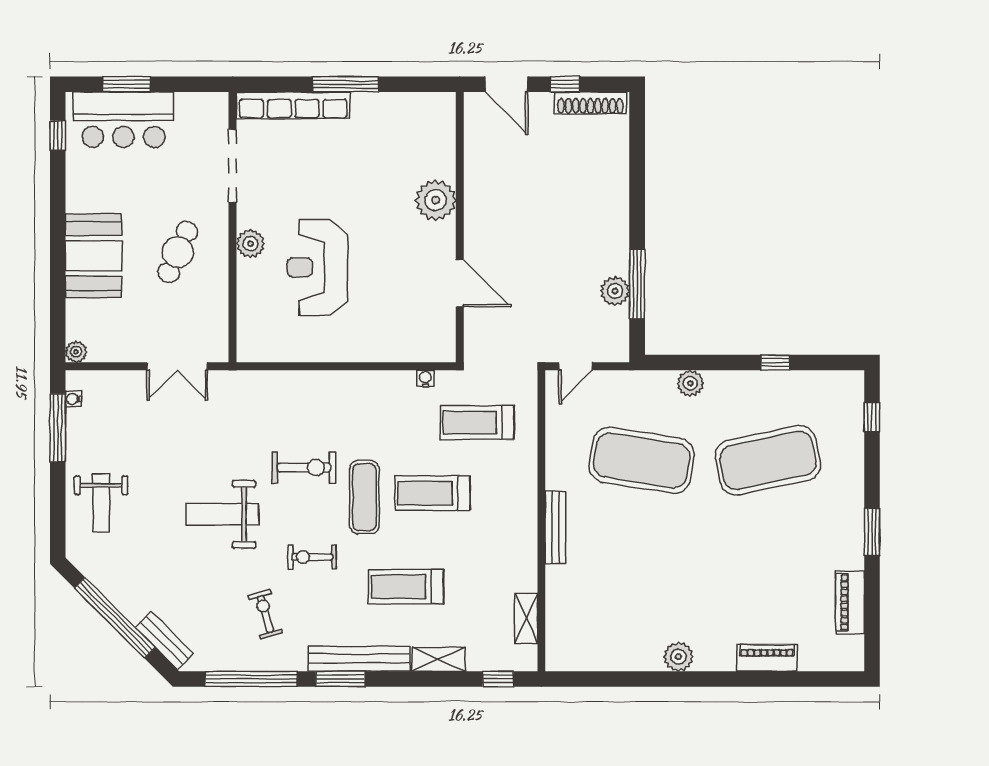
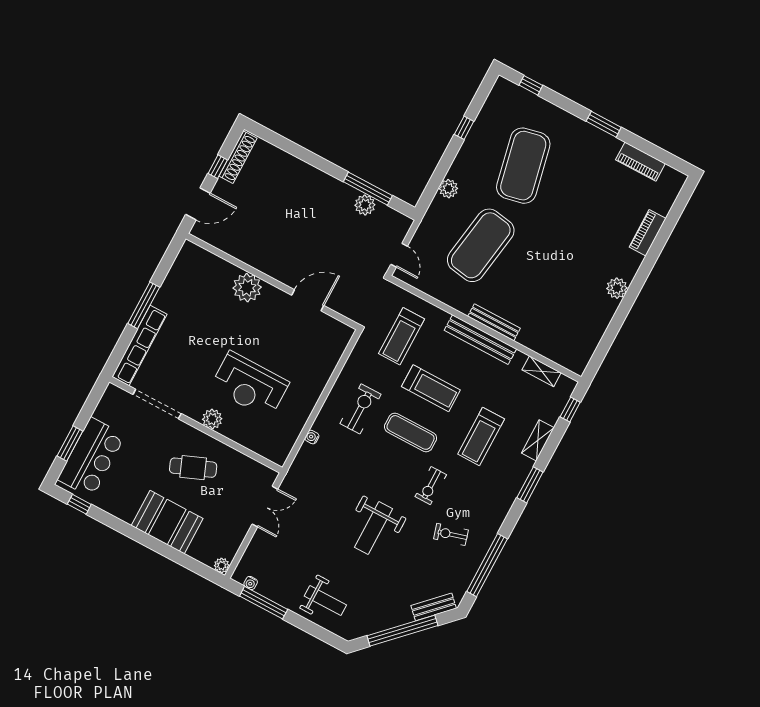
cafe table: (178, 252) -> (193, 468), turned -46
water cooler: (425, 378) -> (312, 437), moved
exercise bike: (304, 468) -> (360, 409), moved
treadmill: (432, 493) -> (431, 388), turned -90
bench: (359, 659) -> (480, 340), moved, turned 90
window: (340, 679) -> (530, 485), moved

